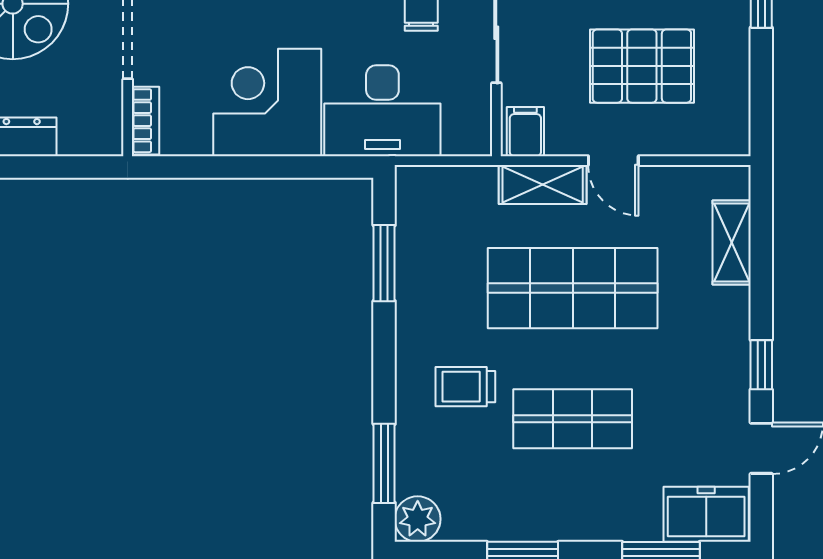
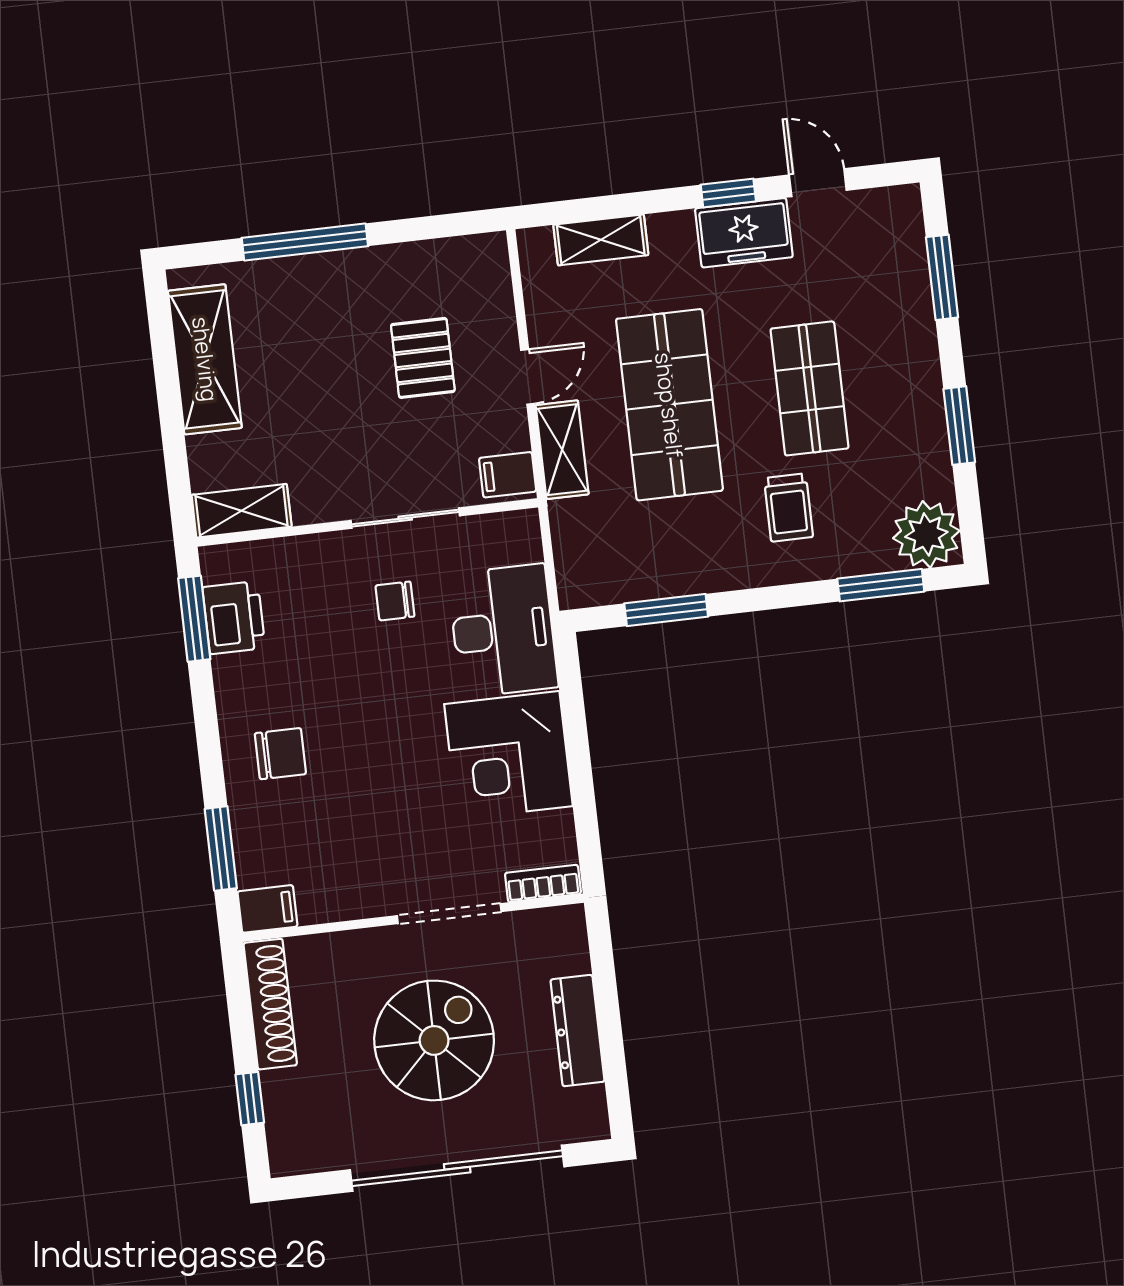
pallet: (642, 66) -> (423, 358), width x0.67, depth x0.71
freezer: (706, 514) -> (744, 233), moved, turned -90
plant: (418, 519) -> (926, 534), width x1.36, depth x1.36

